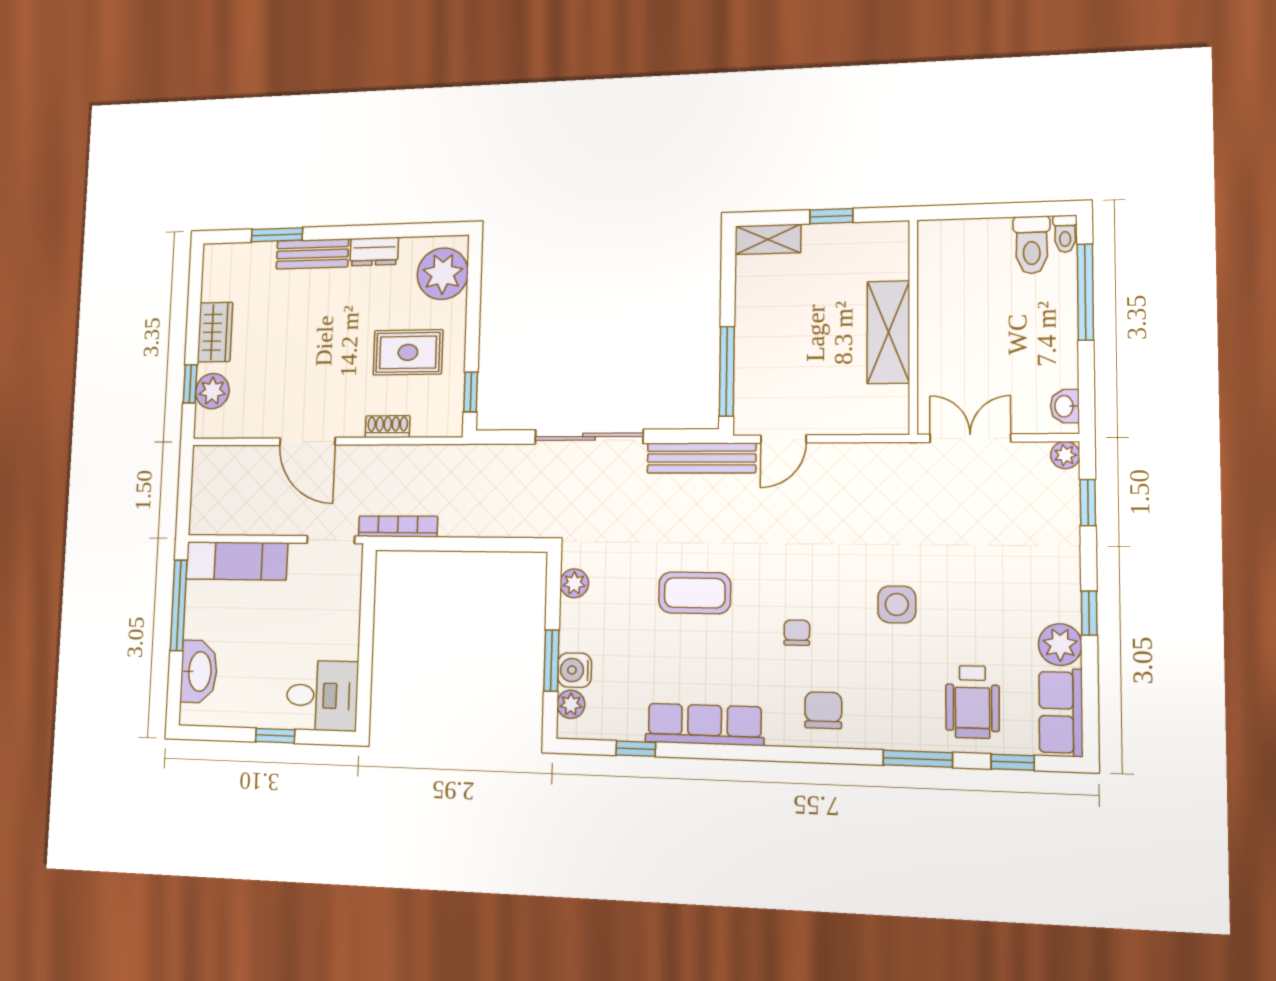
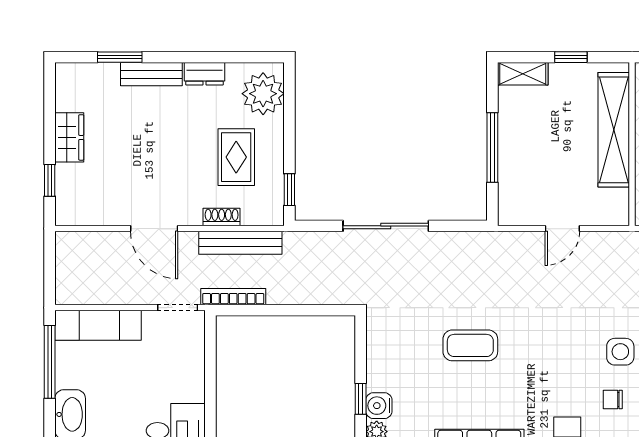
shelving: (888, 332) -> (614, 130), width x1.47
rug: (408, 352) -> (236, 157), turned 90
window: (727, 371) -> (492, 148), moved
plant: (212, 391) -> (70, 187), removed
door: (783, 439) -> (562, 229), moved
bench: (701, 458) -> (240, 243), moved
plant: (574, 583) -> (377, 339), removed
chair: (797, 633) -> (613, 399), moved, turned -90
window: (551, 661) -> (361, 399), width x0.67

